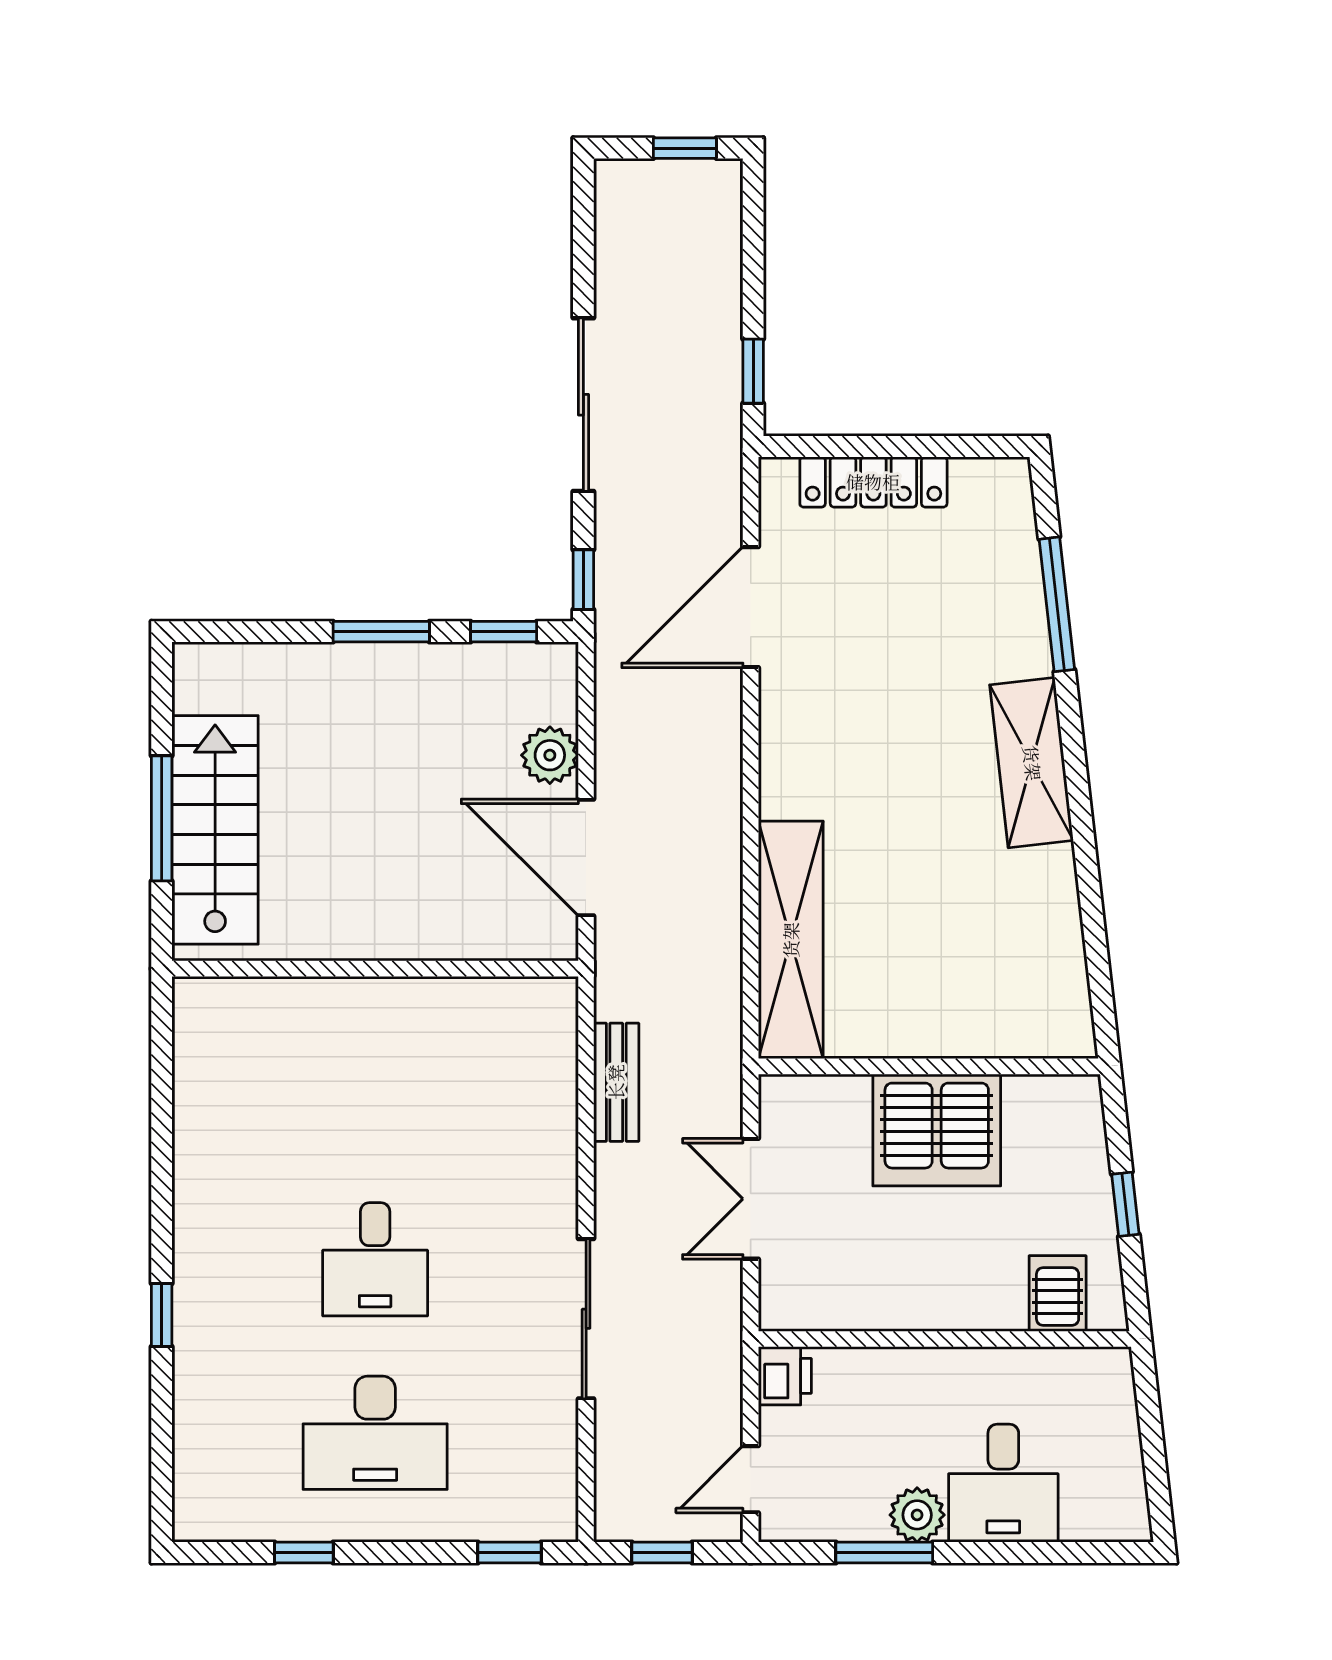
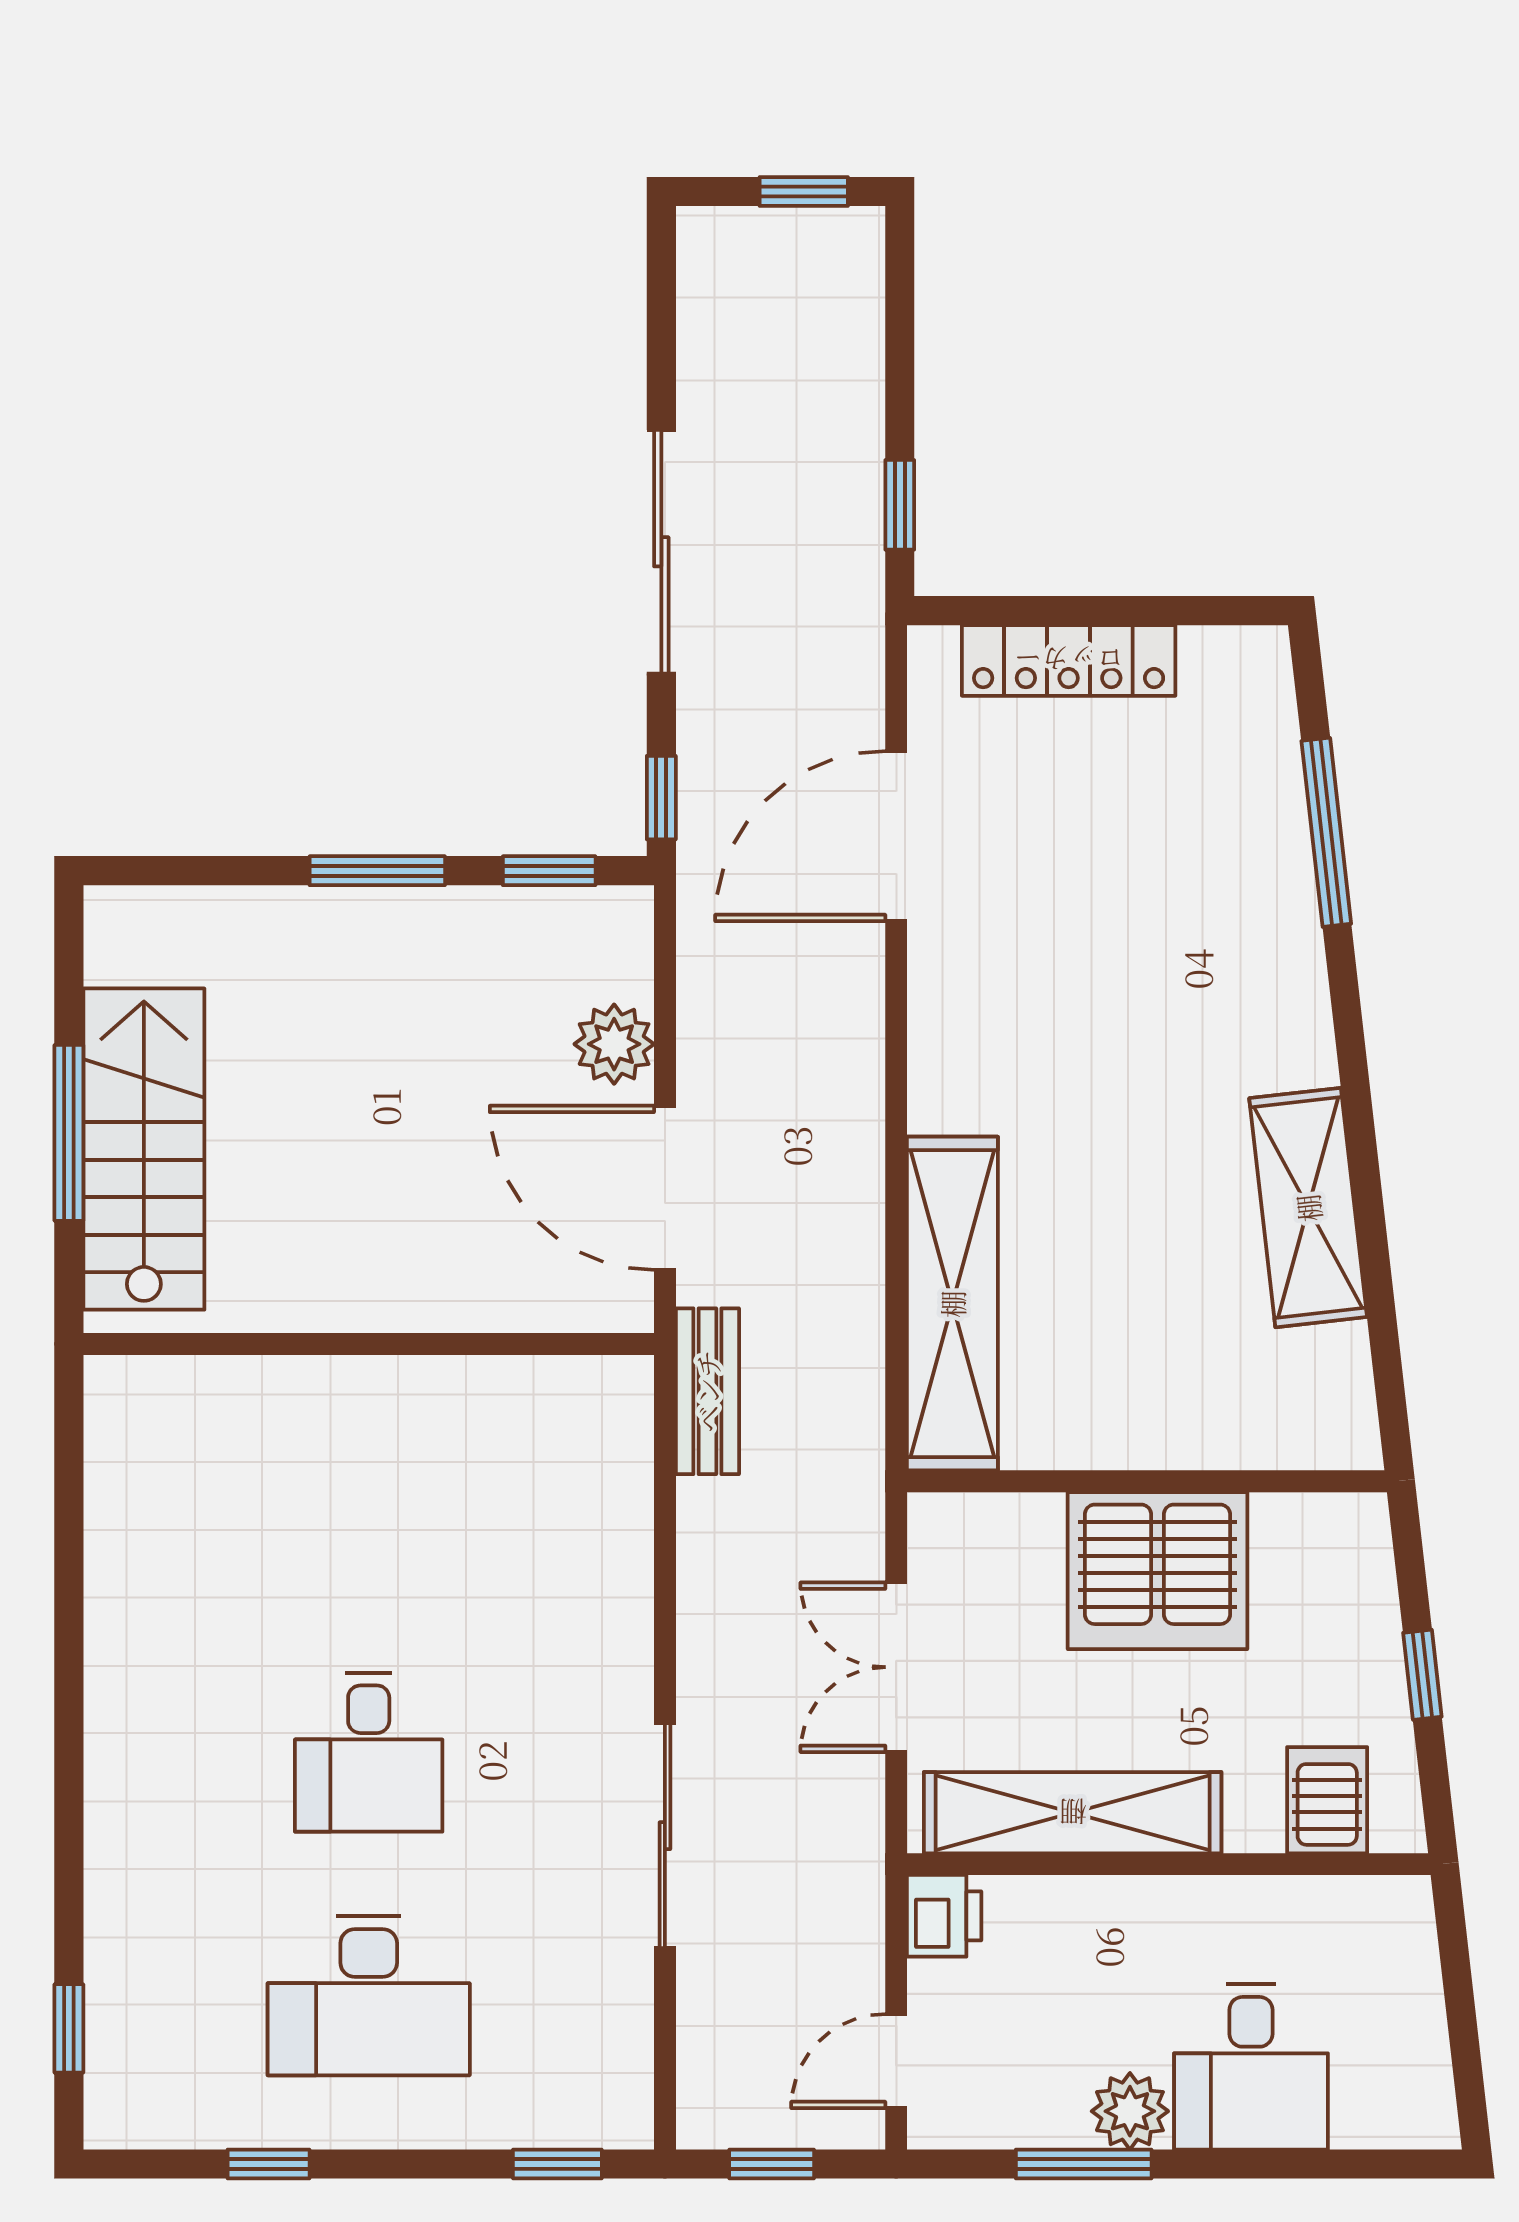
shelving: (1032, 763) -> (1308, 1208), moved
bench: (616, 1082) -> (707, 1391), moved
shelving: (876, 1302) -> (1073, 1813), added
window: (162, 1315) -> (69, 2028), moved

